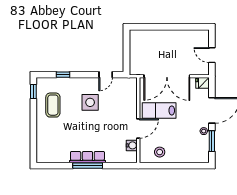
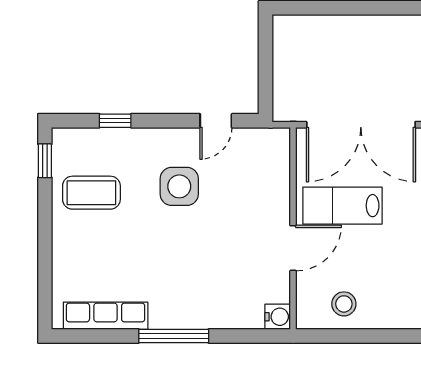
coffee table: (53, 105) -> (91, 193), turned 90
water cooler: (132, 145) -> (278, 317), moved
row of seats: (87, 157) -> (106, 316), moved

